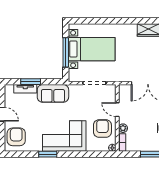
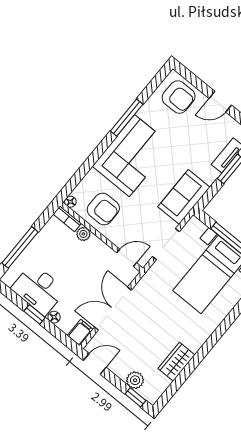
sofa: (53, 93) -> (184, 197), moved
door: (117, 110) -> (127, 258), moved
window: (48, 154) -> (127, 118), width x1.44

